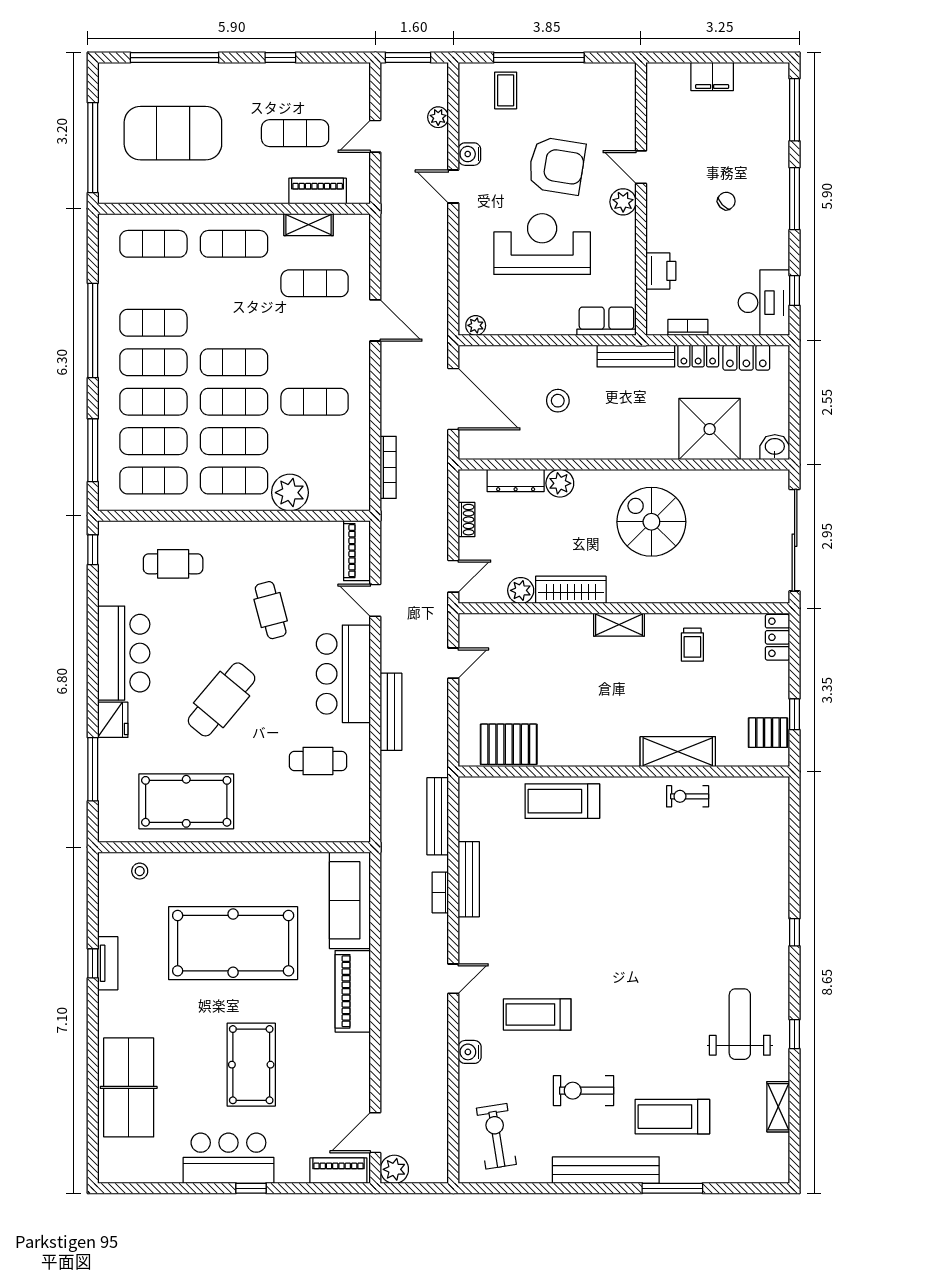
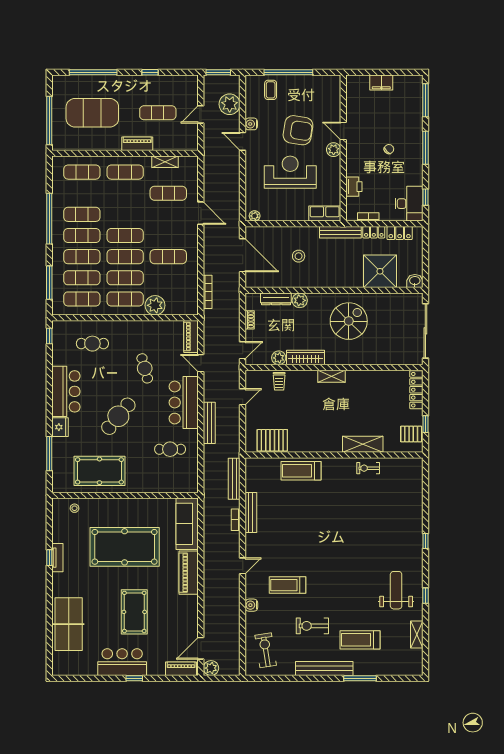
plant: (438, 117) -> (230, 104), width x1.88, depth x1.88
piano: (318, 191) -> (137, 144), moved
spiral stairs: (651, 522) -> (349, 321), turned 90
locker: (777, 637) -> (416, 390), width x1.53
trolley: (692, 645) -> (279, 381), moved

